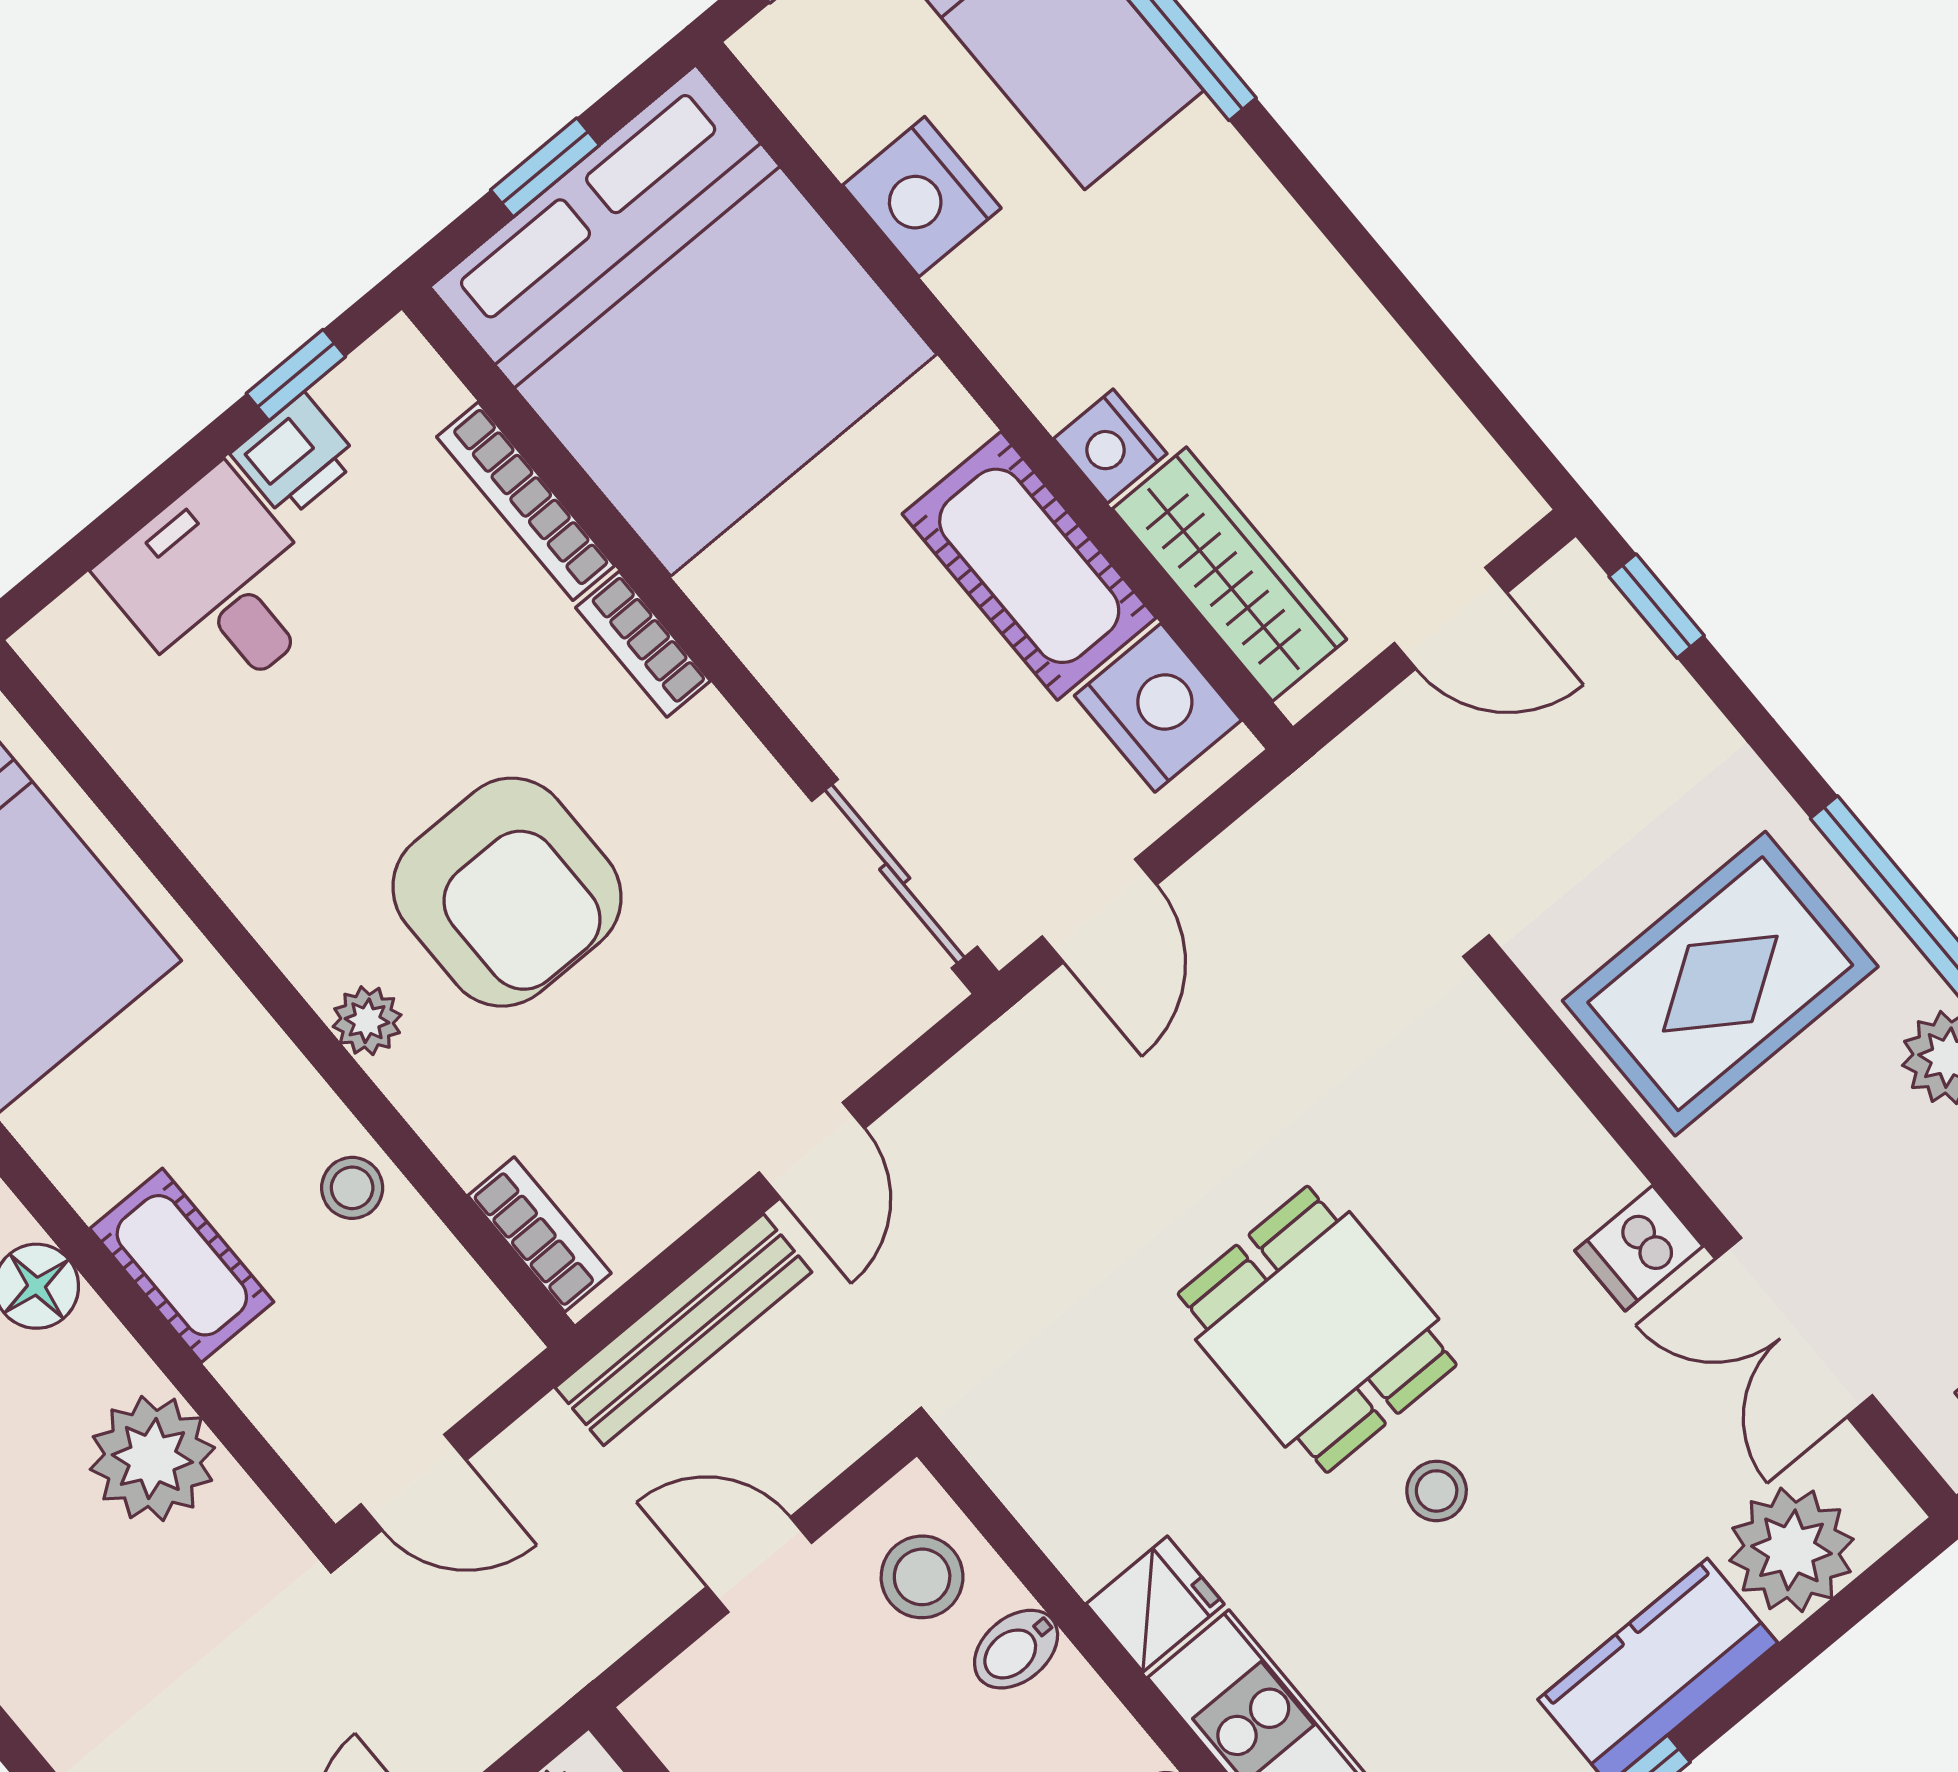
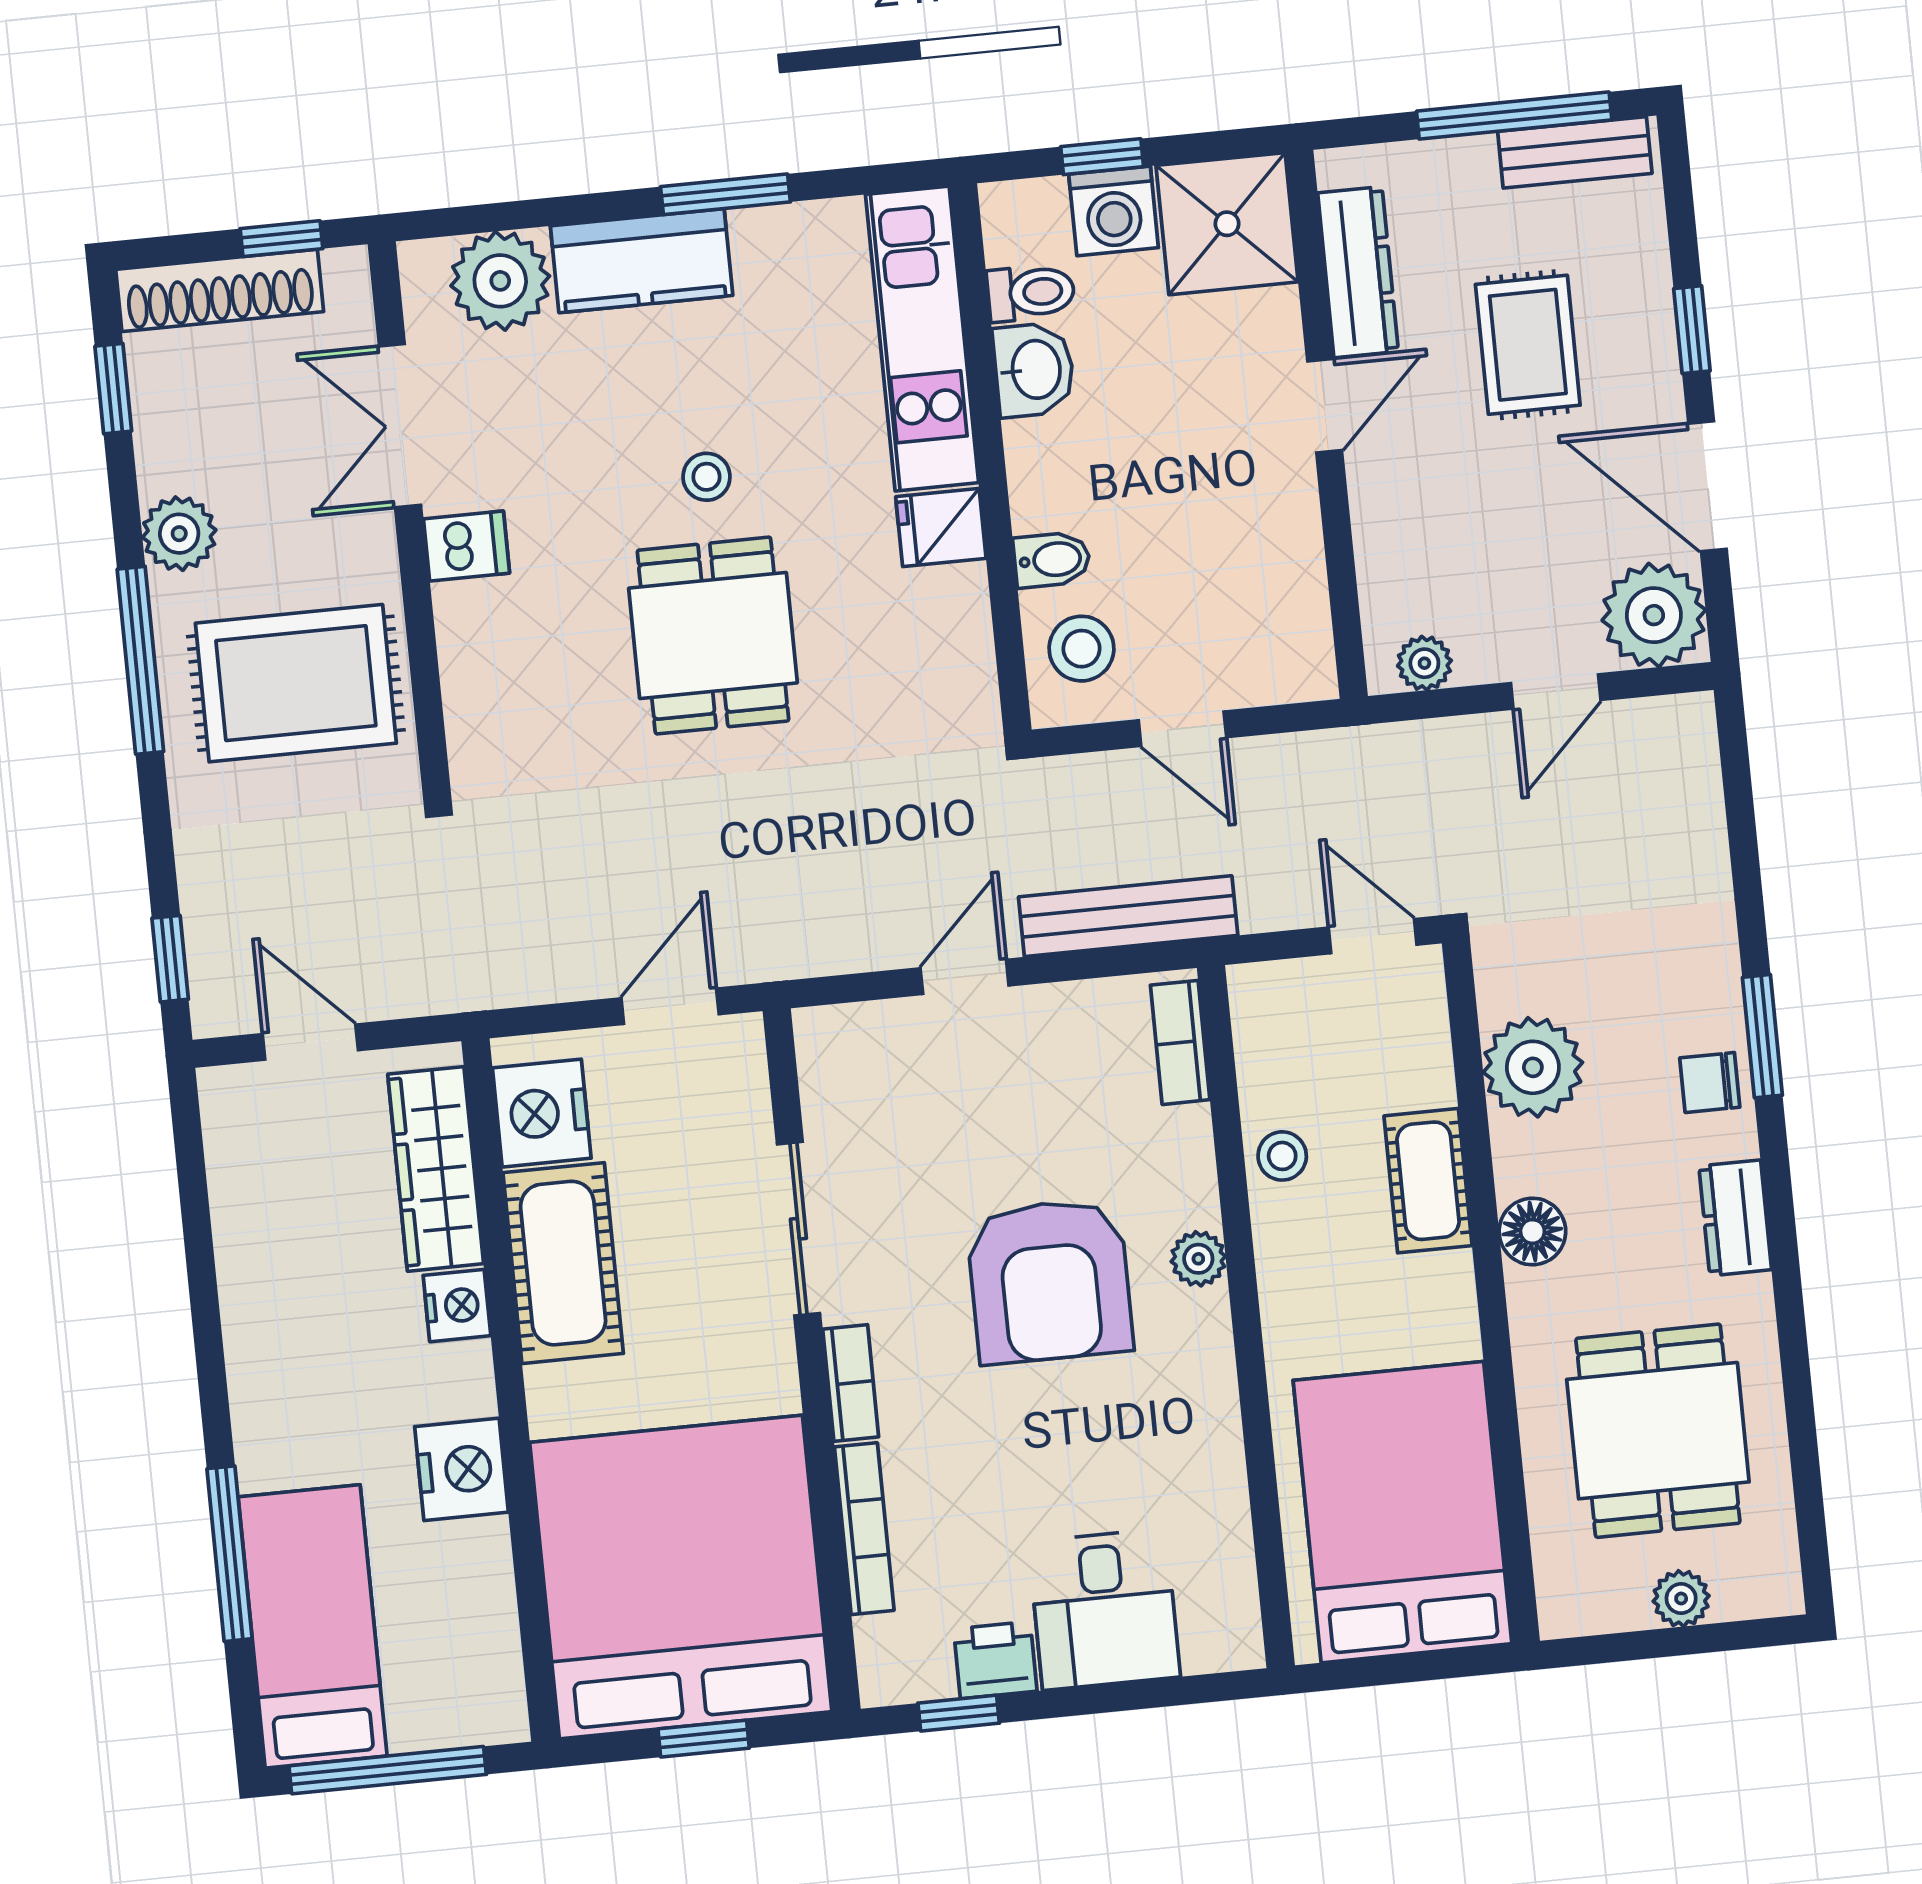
nightstand: (922, 197) -> (461, 1469), moved
sliding door: (895, 874) -> (798, 1229), moved
armchair: (507, 892) -> (1050, 1281), turned 180
double door: (1794, 1327) -> (400, 426), swing flipped

